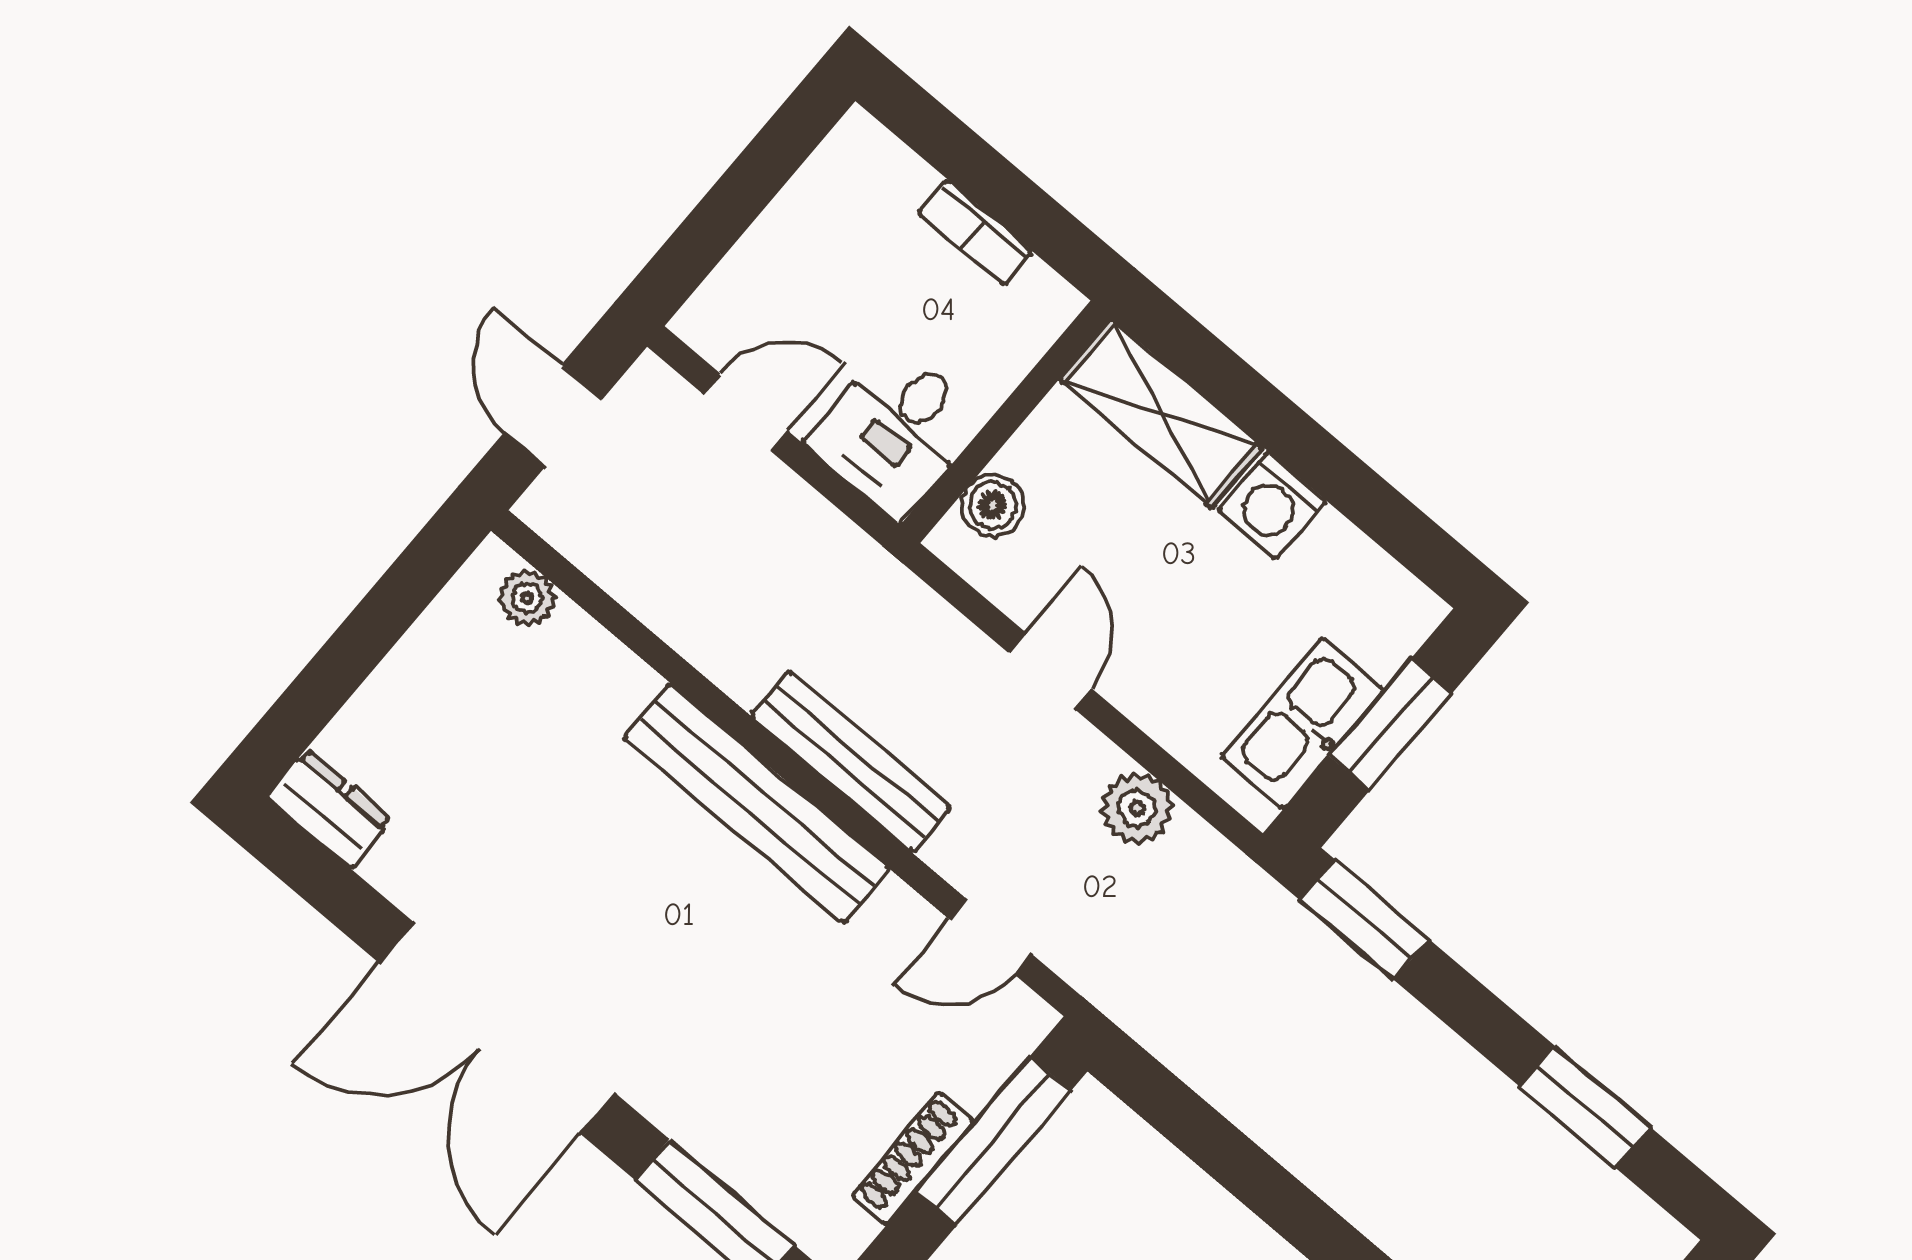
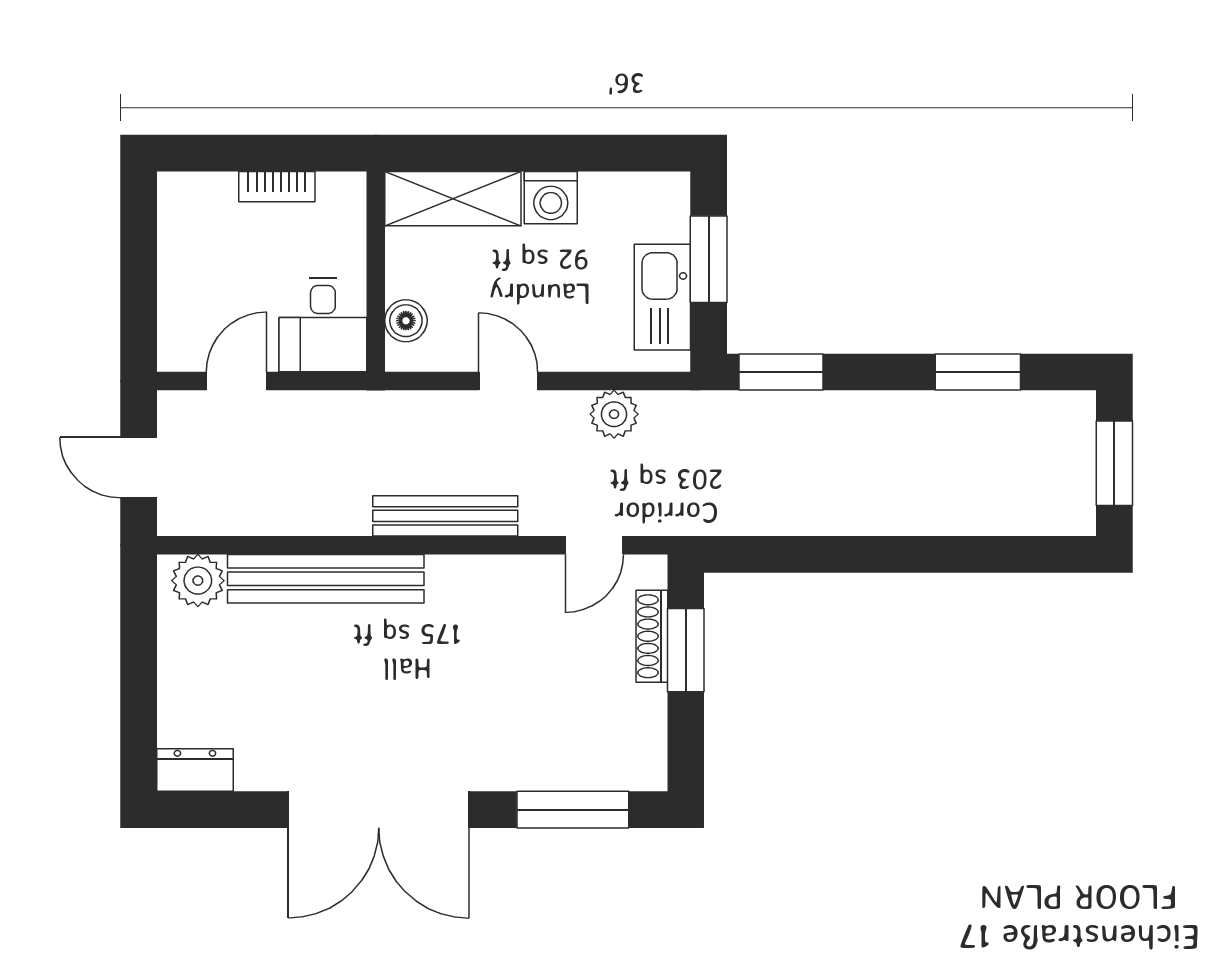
plant: (527, 598) -> (198, 581), width x1.38, depth x1.38
bench: (757, 803) -> (326, 579), moved
window: (993, 1141) -> (686, 650), width x0.69
shoe rack: (913, 1159) -> (652, 636), moved

